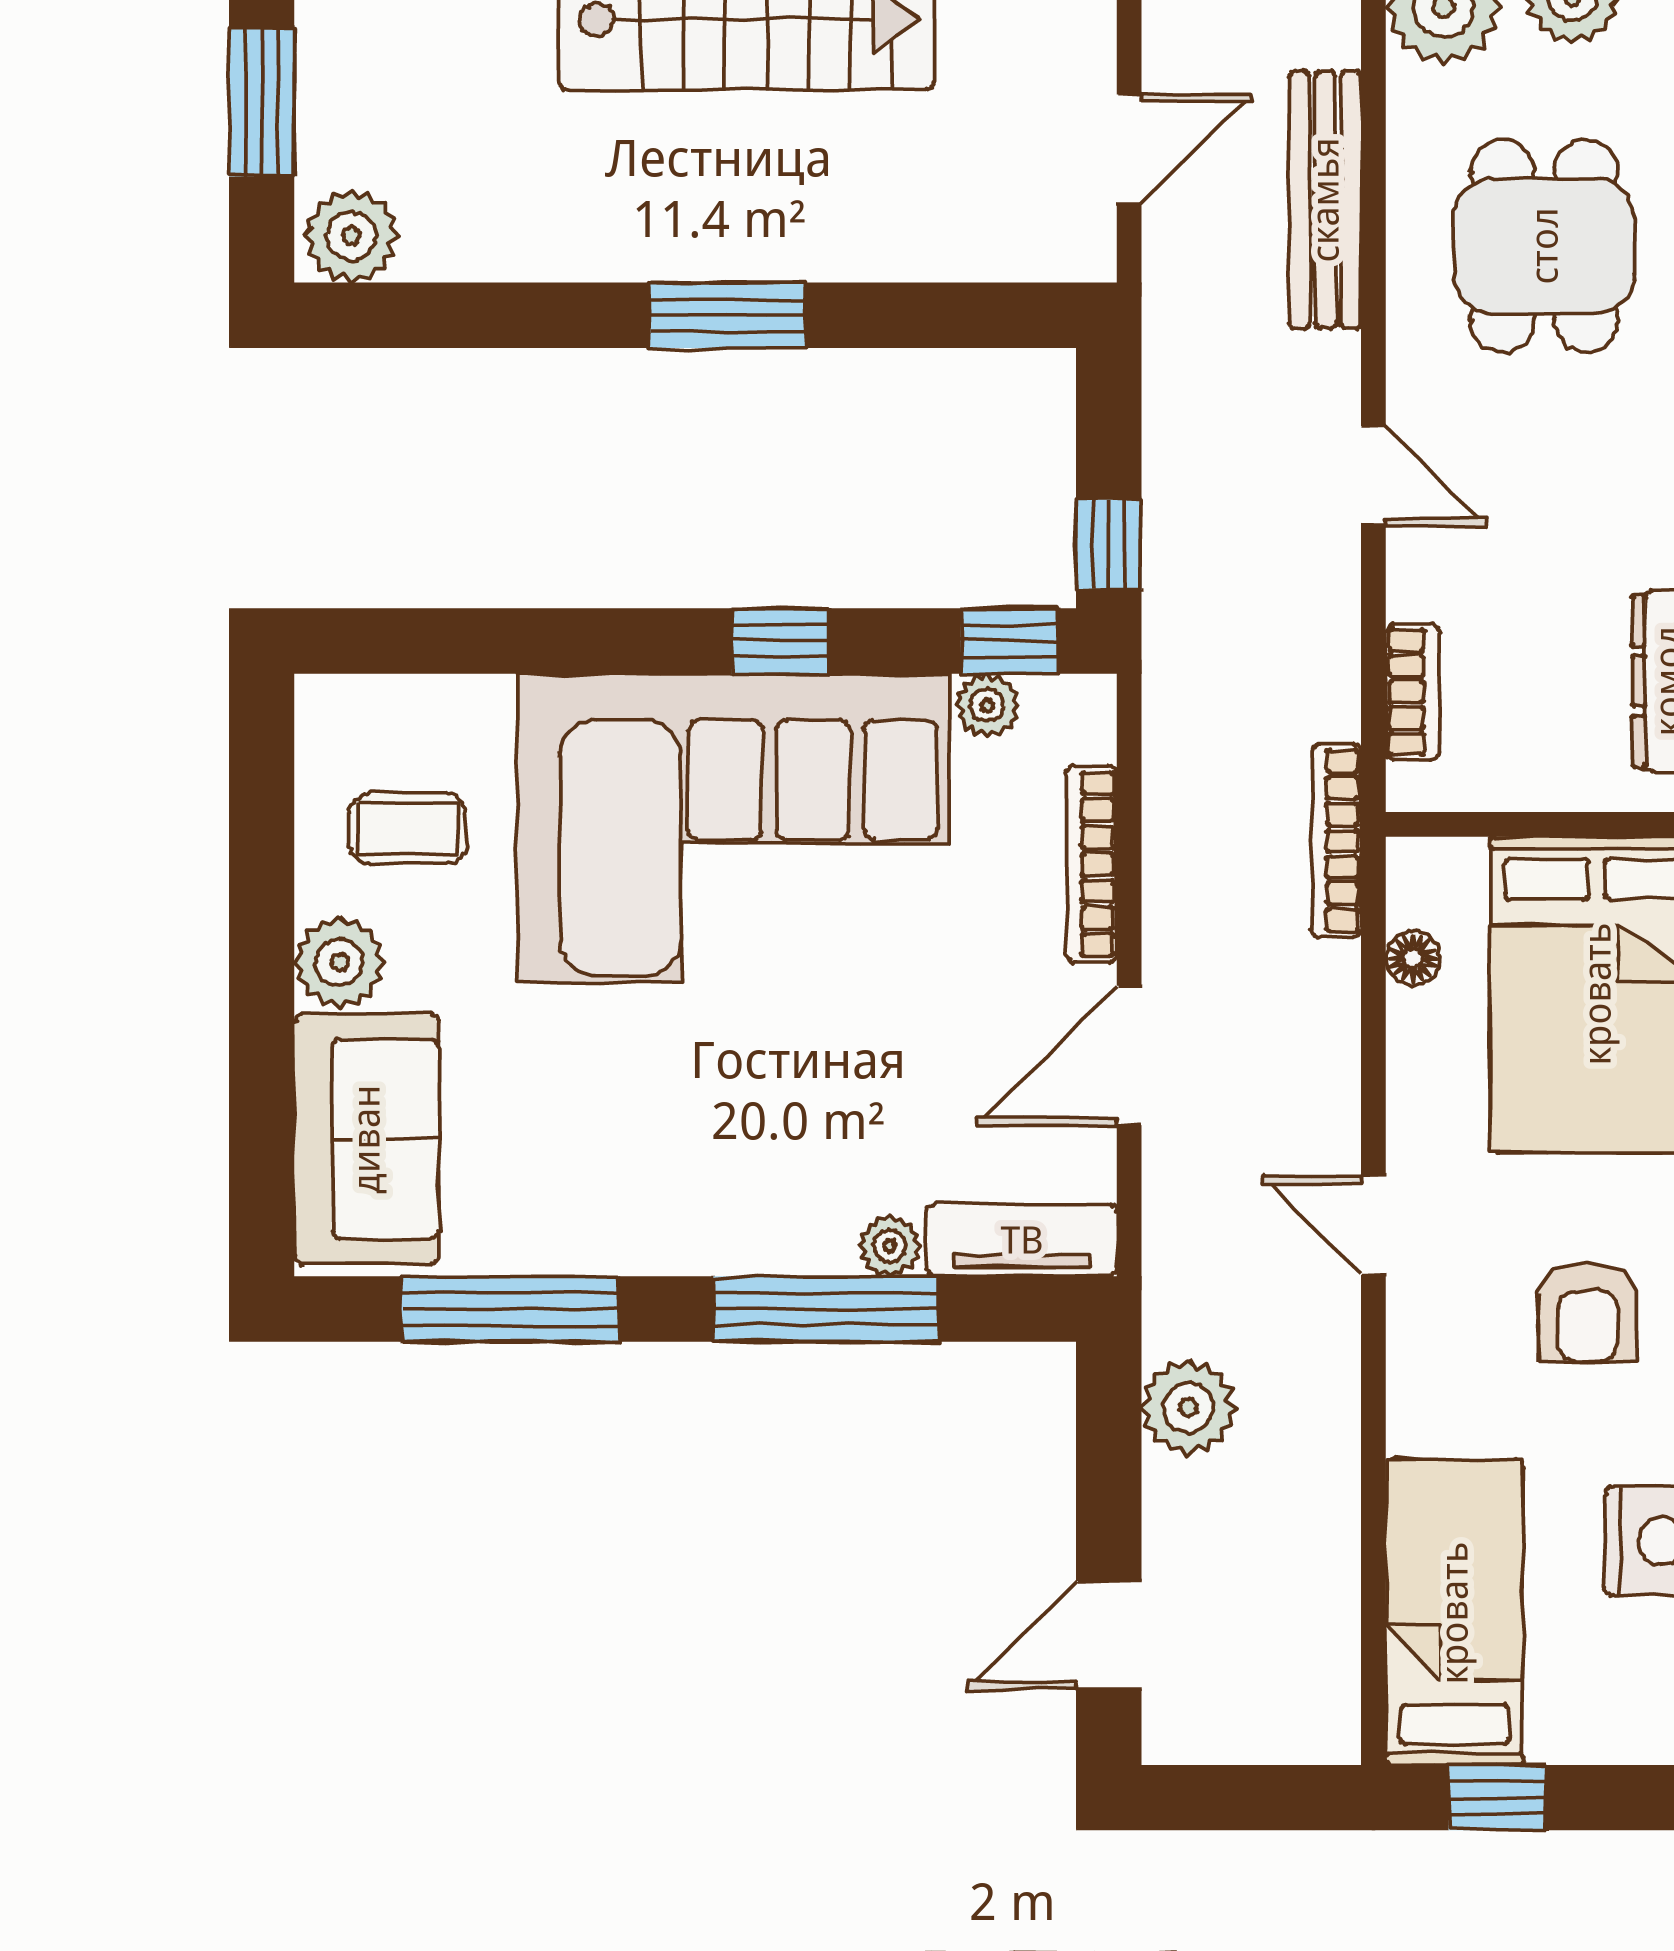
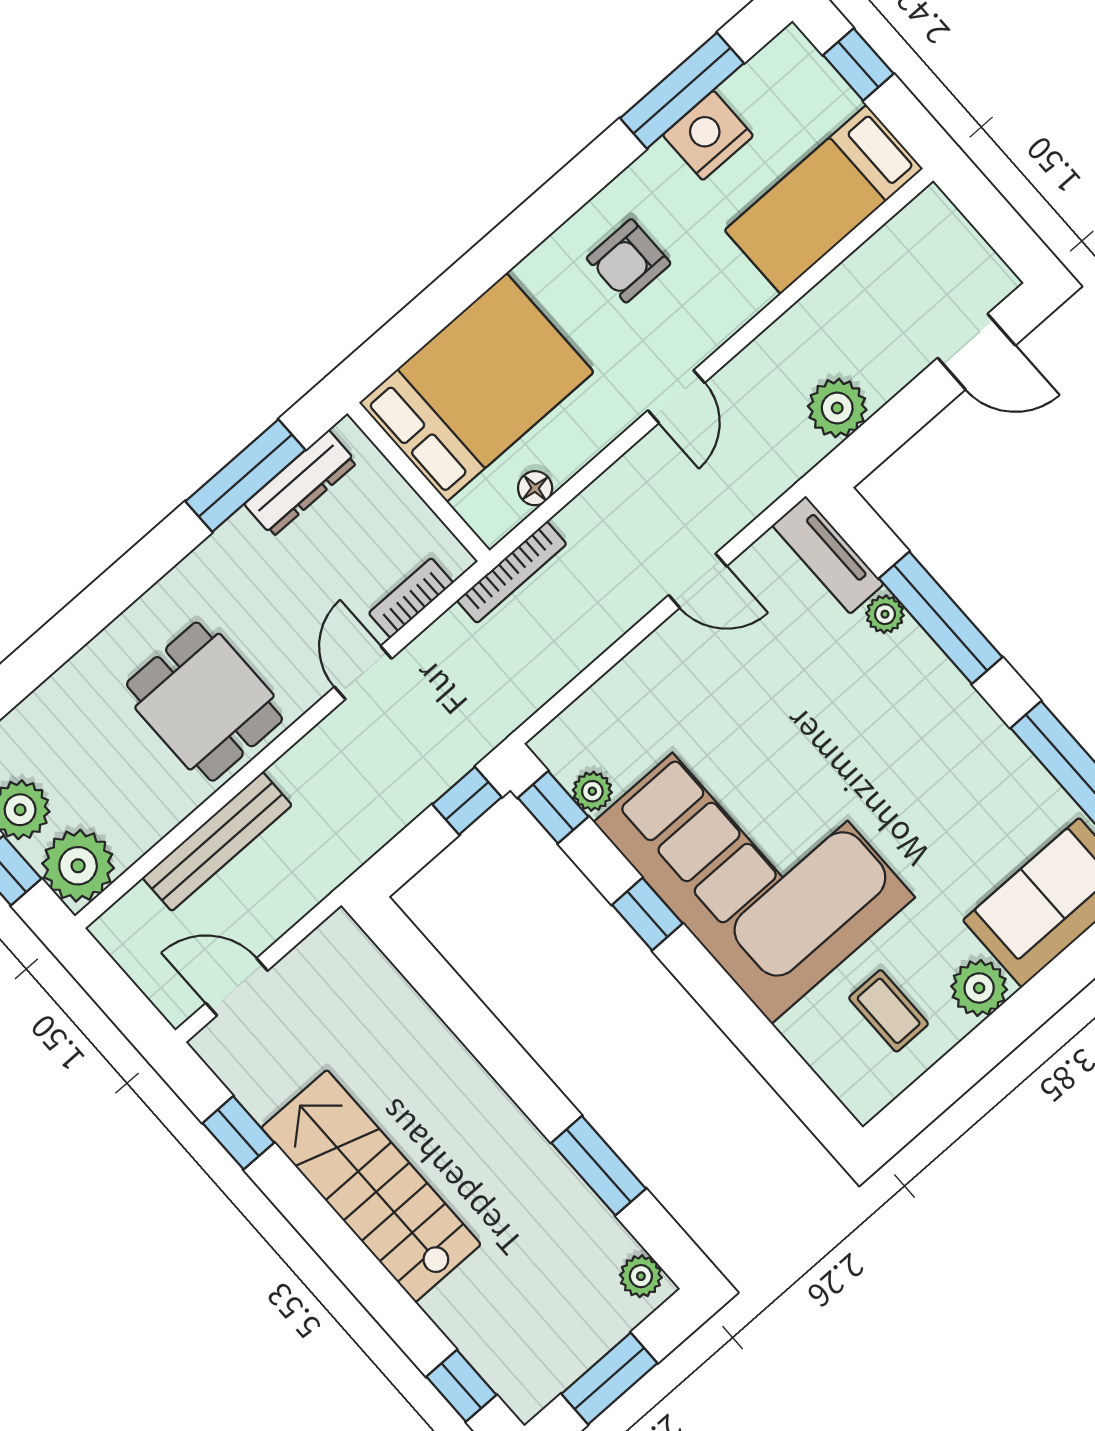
door: (1129, 149) -> (237, 987), moved
plant: (351, 236) -> (641, 1276), width x0.73, depth x0.73
dining table: (1544, 246) -> (204, 702), moved, turned 90
window: (728, 315) -> (599, 1166), moved
door: (1373, 476) -> (363, 673), moved
bookcase: (1092, 864) -> (623, 677), removed
door: (1129, 1056) -> (698, 581), width x0.73
armchair: (1588, 1312) -> (629, 261), turned 180
window: (1497, 1798) -> (858, 64), moved

